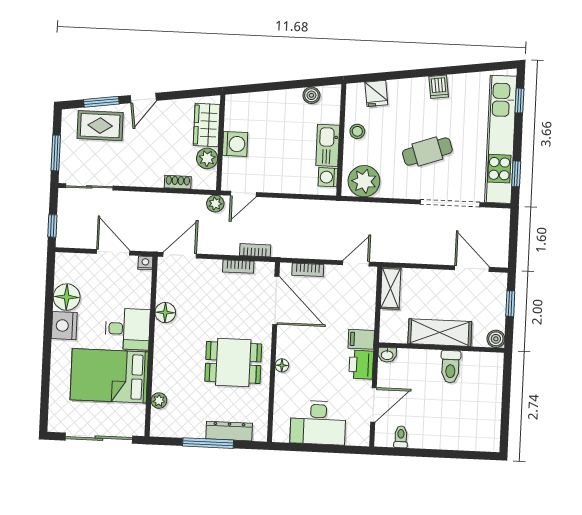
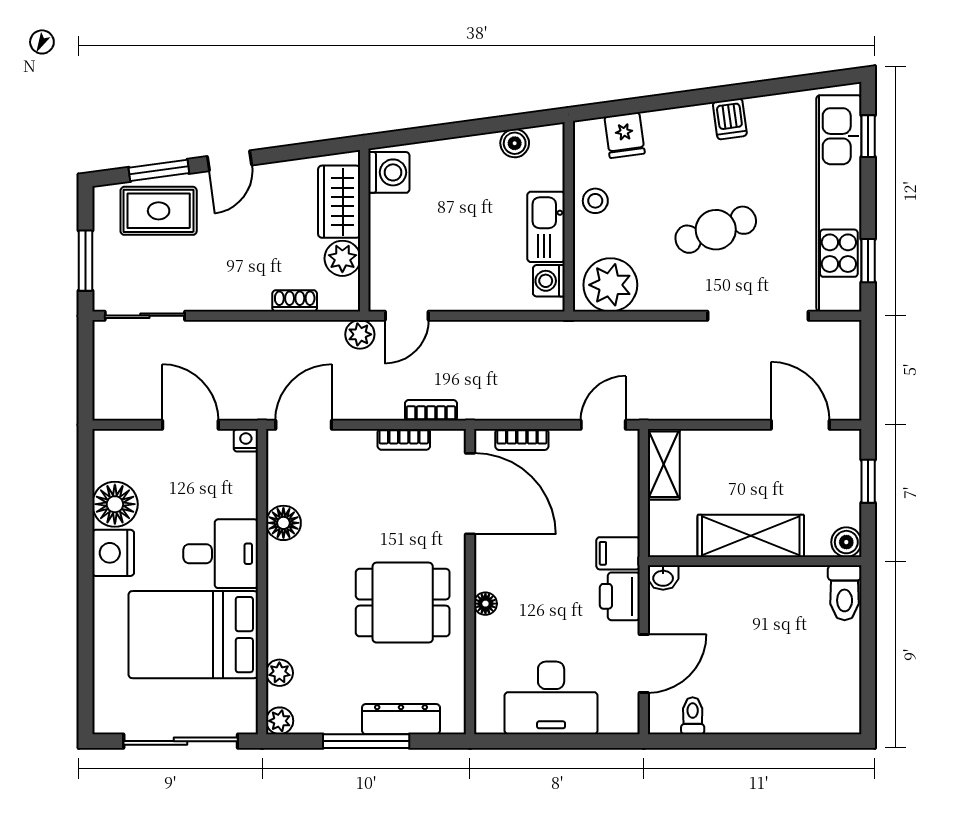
washing machine: (235, 144) -> (389, 172), moved
window: (52, 226) -> (85, 385), removed
toilet: (451, 367) -> (845, 593), moved
plant: (158, 429) -> (280, 721), added

